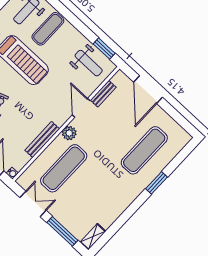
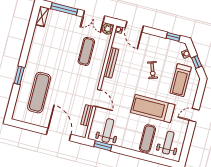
weight bench: (89, 63) -> (108, 130), turned 90
plant: (69, 133) -> (108, 29), moved
exercise mat: (64, 168) -> (86, 51), width x0.73, depth x0.69

